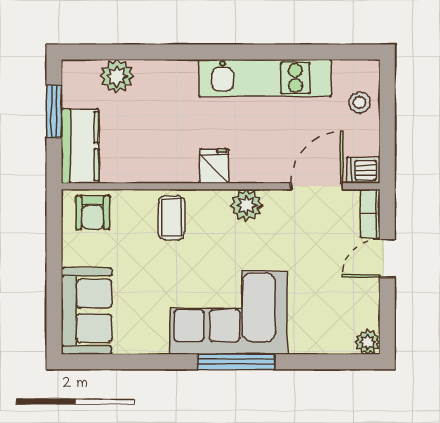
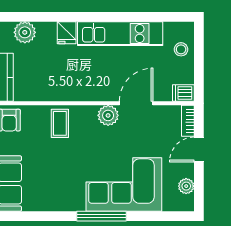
fridge: (214, 166) -> (67, 33), moved, turned 180
door: (317, 186) -> (136, 103), moved
corner sofa: (228, 313) -> (124, 185), moved
plant: (368, 342) -> (186, 186), moved

